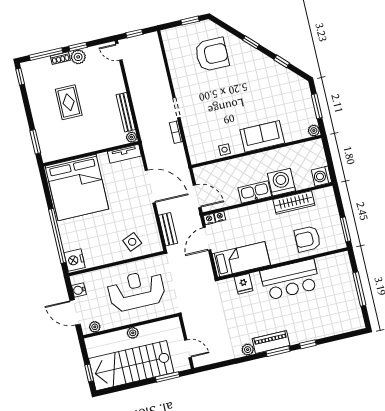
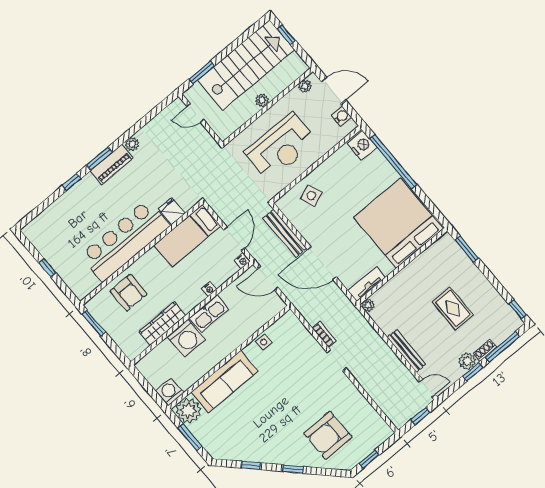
bench: (126, 112) -> (407, 351), moved
plant: (314, 131) -> (188, 411), width x1.87, depth x1.87
sofa: (262, 136) -> (224, 382), width x1.36
washing machine: (322, 176) -> (170, 392), moved, turned -90
nightstand: (220, 216) -> (209, 289), moved
bench: (168, 229) -> (285, 233), width x1.36
armchair: (307, 239) -> (129, 293), turned 90
bar counter: (290, 280) -> (125, 240), width x1.36
window: (359, 289) -> (47, 268), width x0.46

